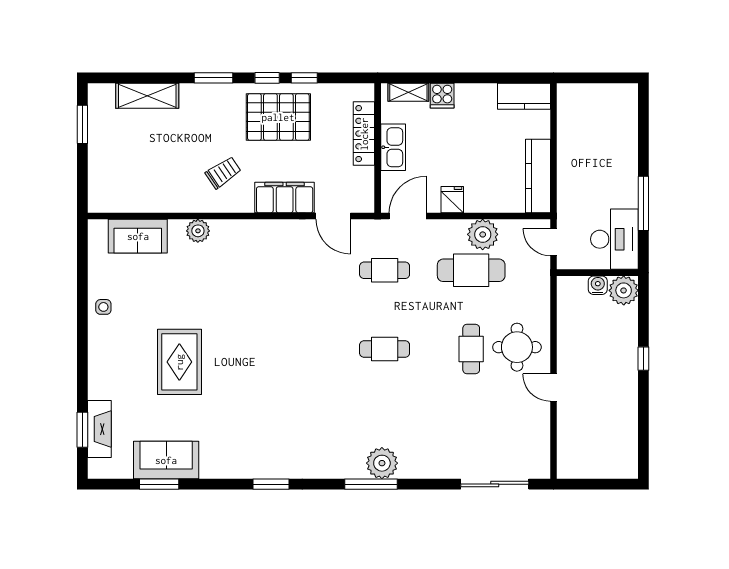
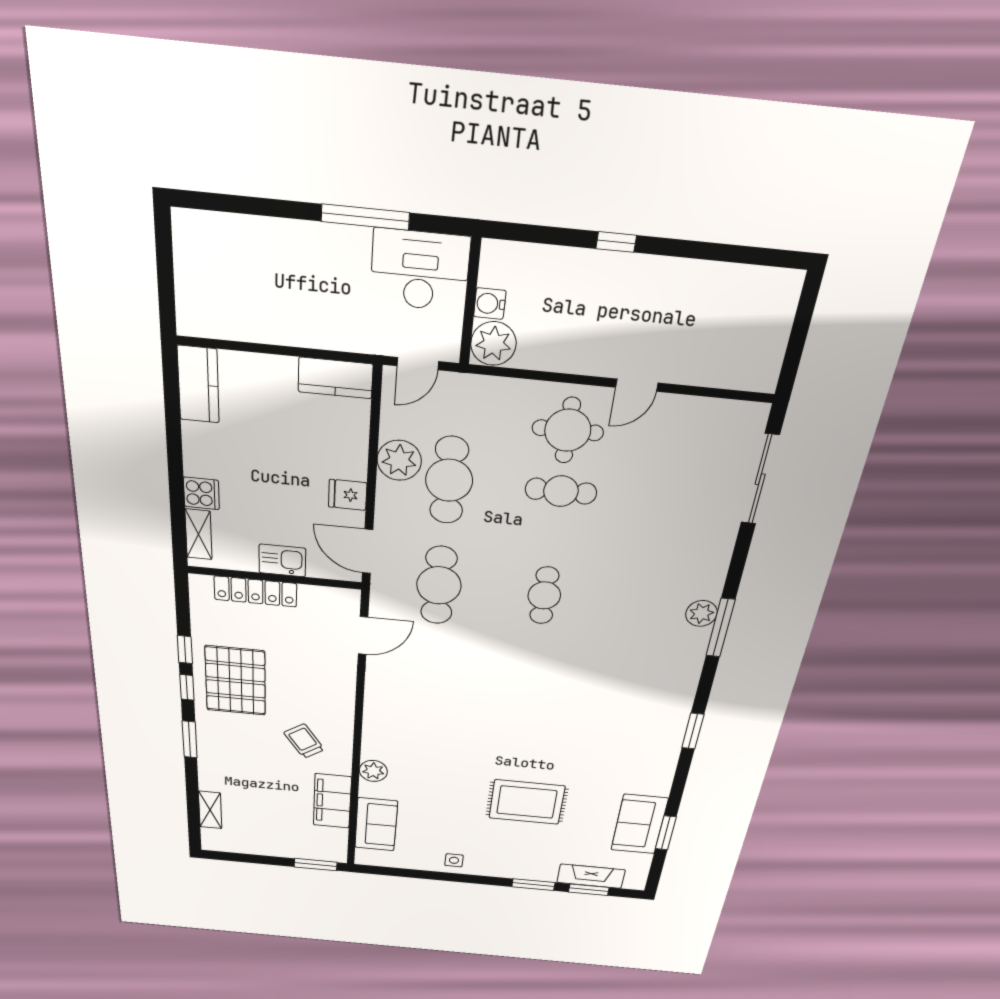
shelving: (147, 96) -> (210, 810), width x0.67, depth x0.75
window: (82, 124) -> (316, 865), moved
kitchen sink: (393, 147) -> (282, 561), width x0.73
kitchen counter: (538, 176) -> (335, 378), width x0.67
filing cabinet: (285, 198) -> (332, 801), moved
cafe table: (385, 270) -> (439, 585), width x1.37, depth x1.35
plant: (624, 290) -> (493, 344), moved
window: (82, 380) -> (533, 885), added
plant: (382, 463) -> (701, 613), width x0.73, depth x0.73

